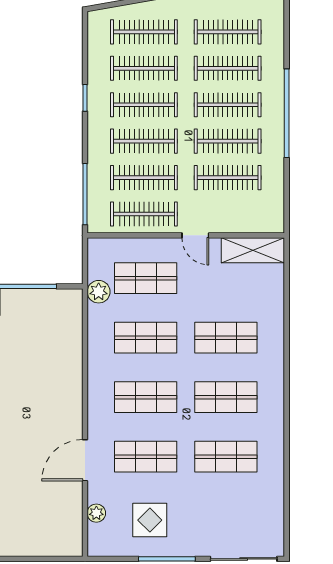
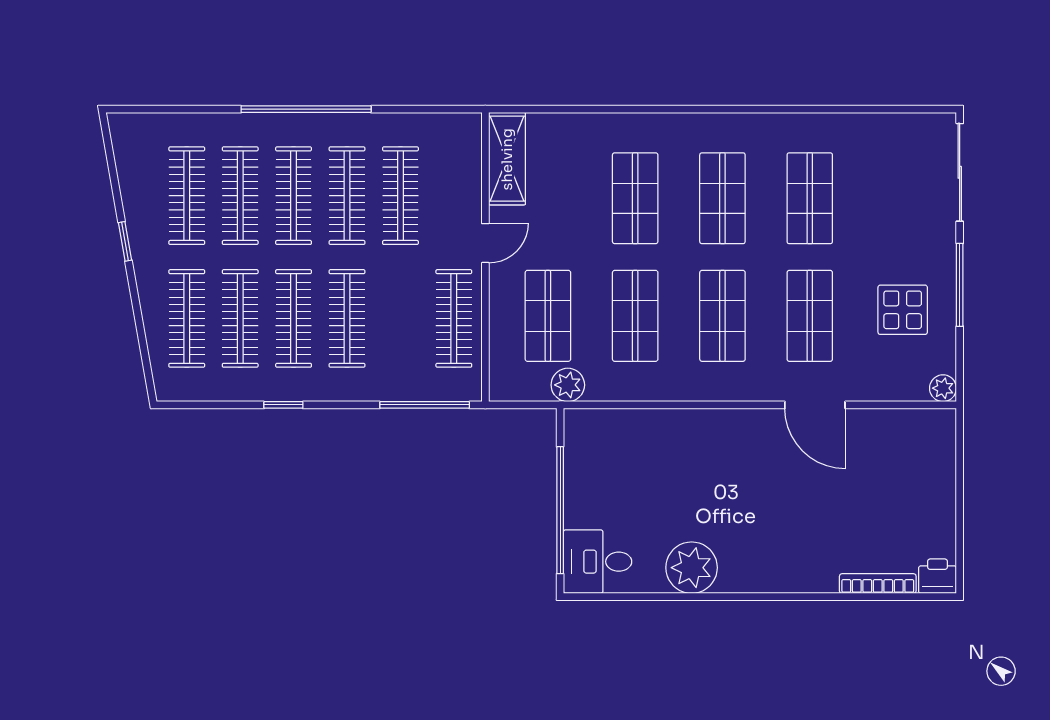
clothes rail: (144, 178) -> (400, 318), removed
plant: (96, 513) -> (943, 388), moved

